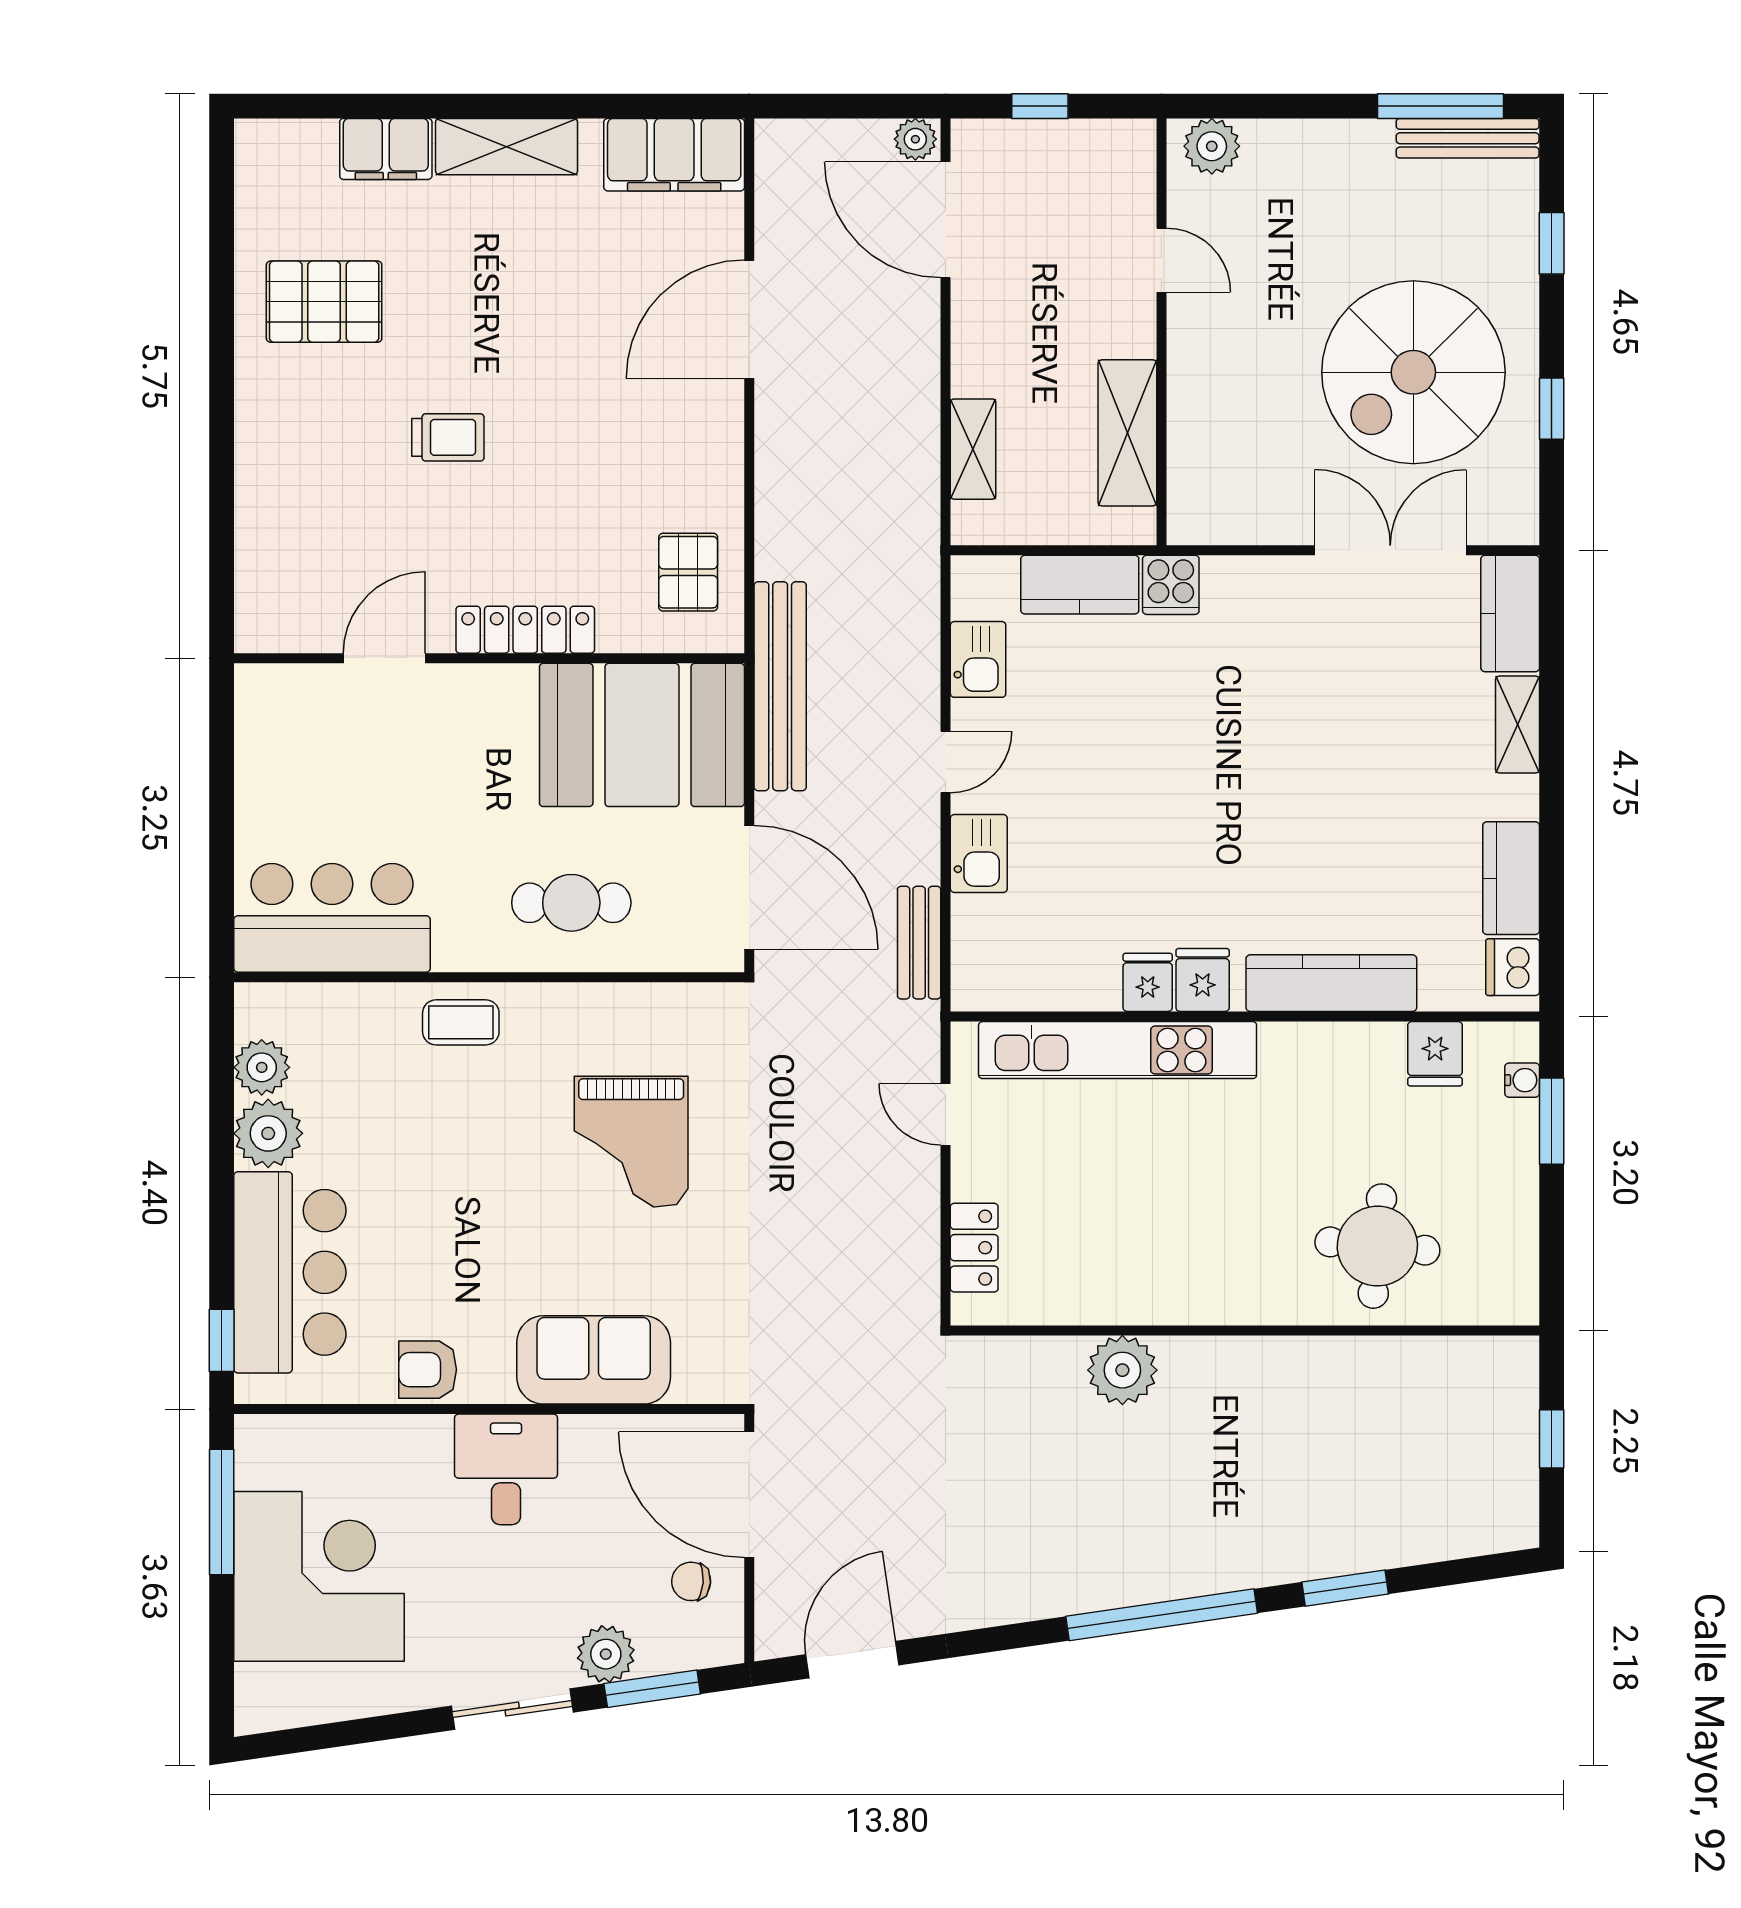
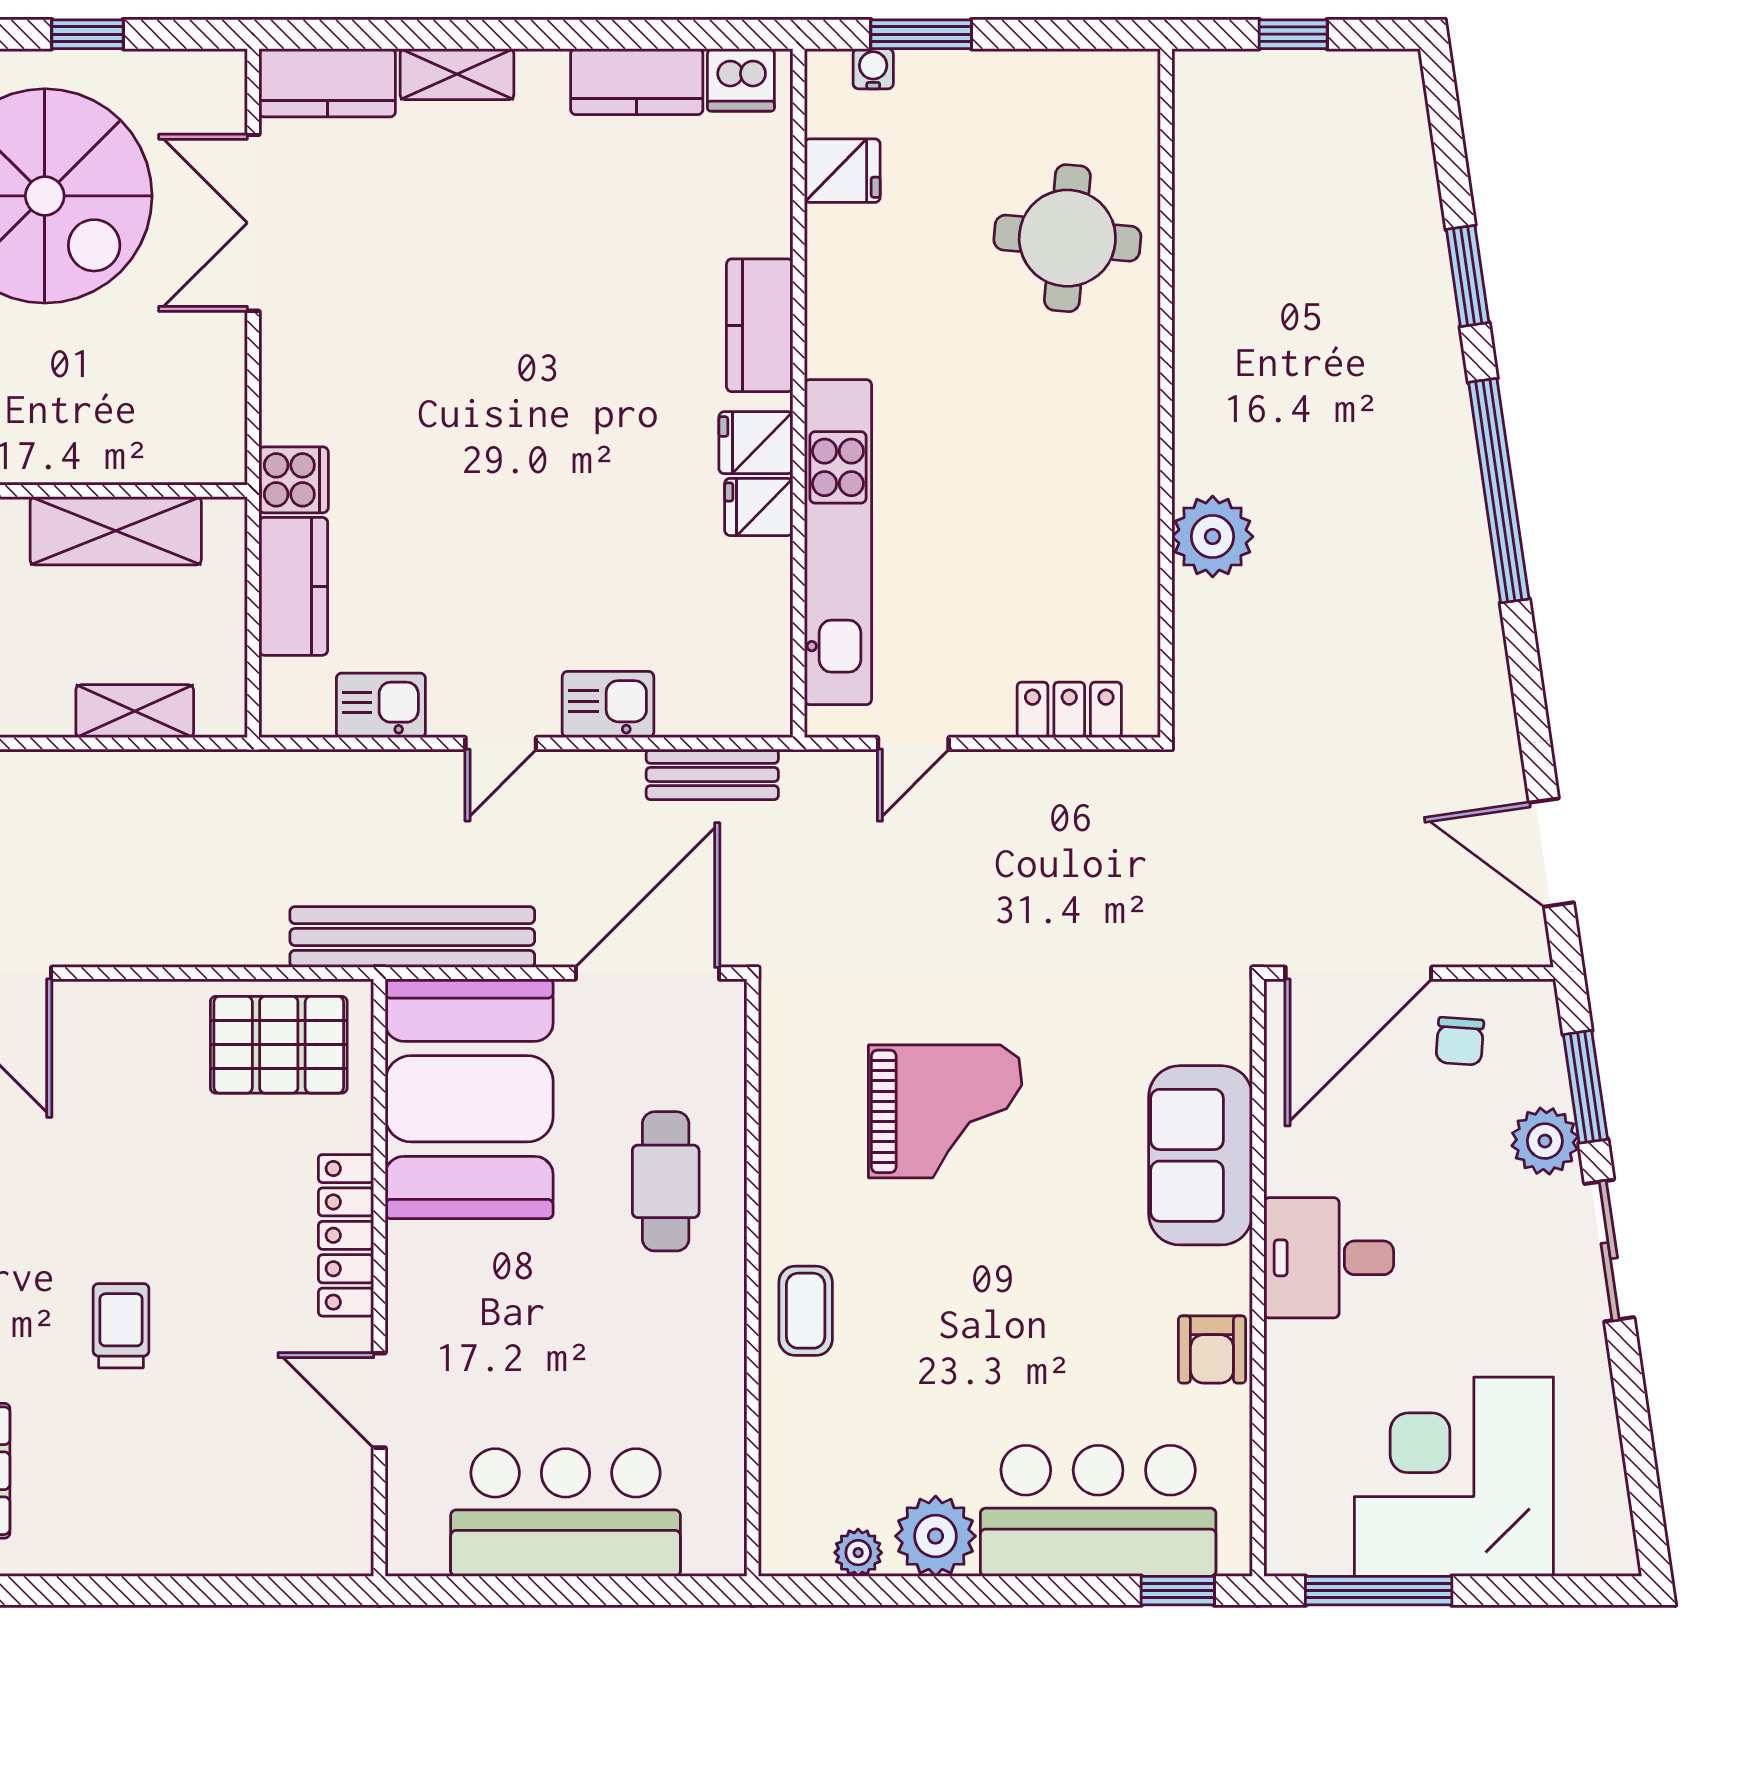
pallet: (688, 572) -> (279, 1045), width x1.50, depth x1.42
door: (946, 762) -> (501, 743), swing flipped
bar counter: (332, 918) -> (566, 1512), moved, turned 90
kitchen counter: (1331, 983) -> (760, 325), width x0.67
plant: (262, 1067) -> (858, 1553), width x0.73, depth x0.73

